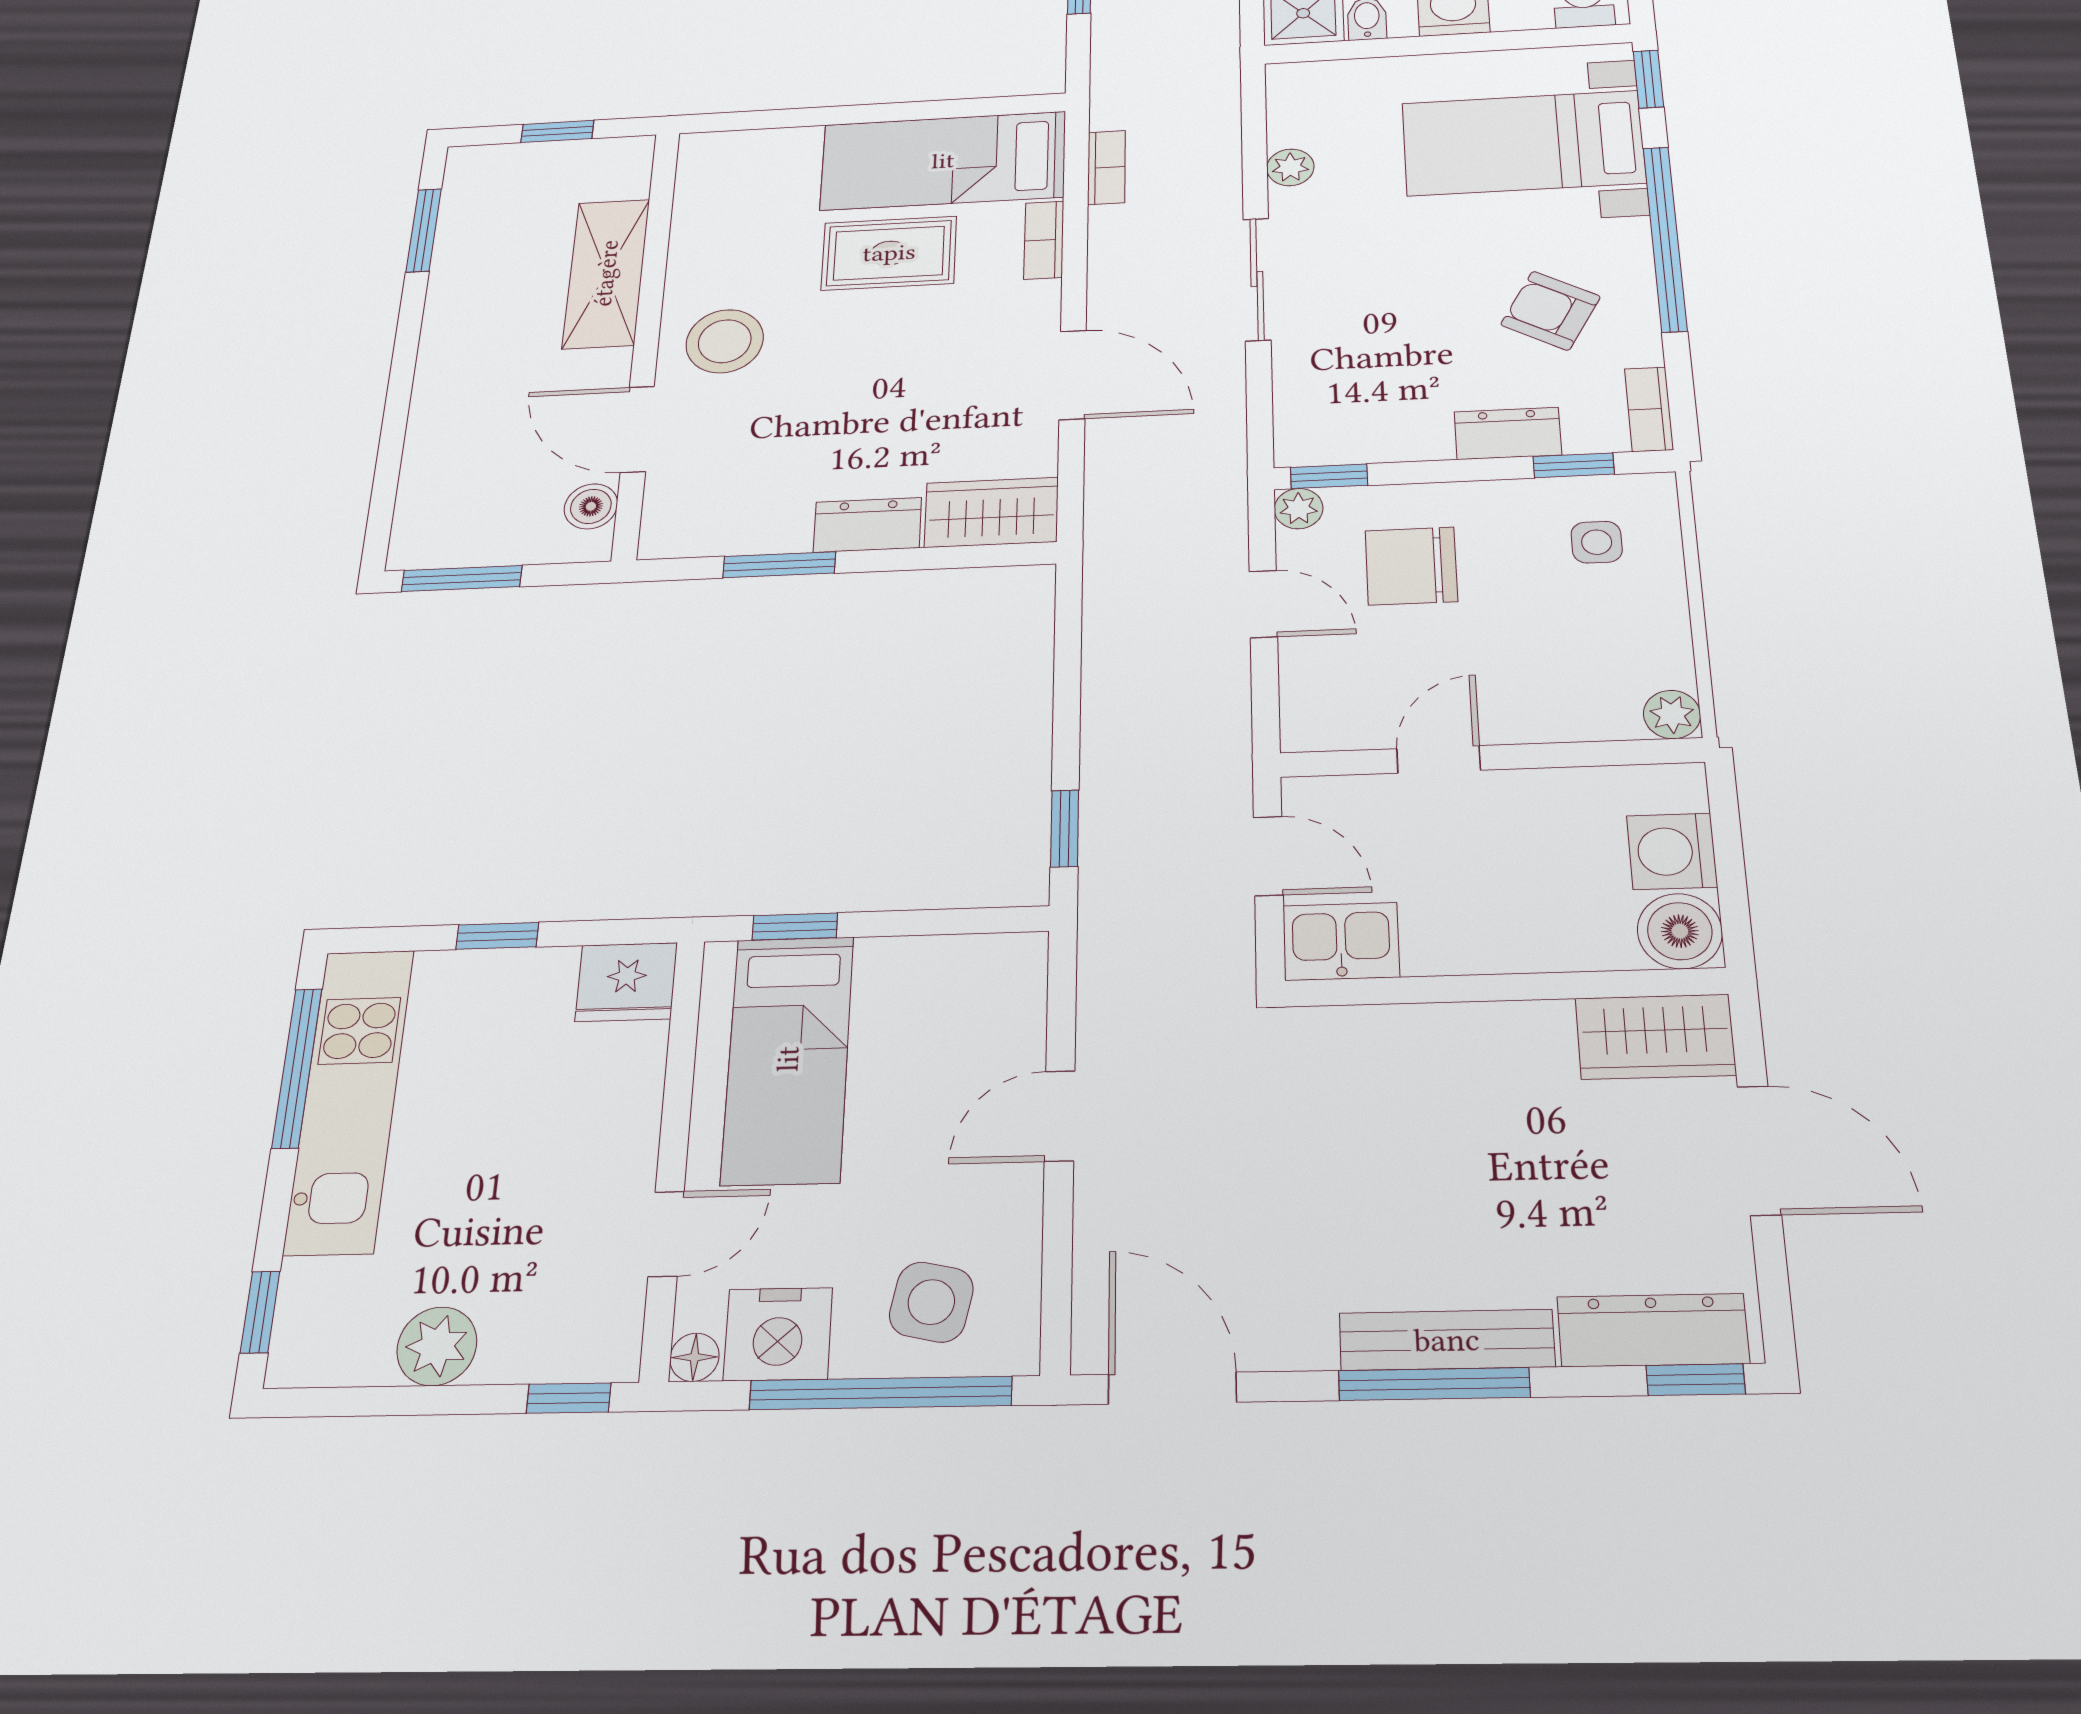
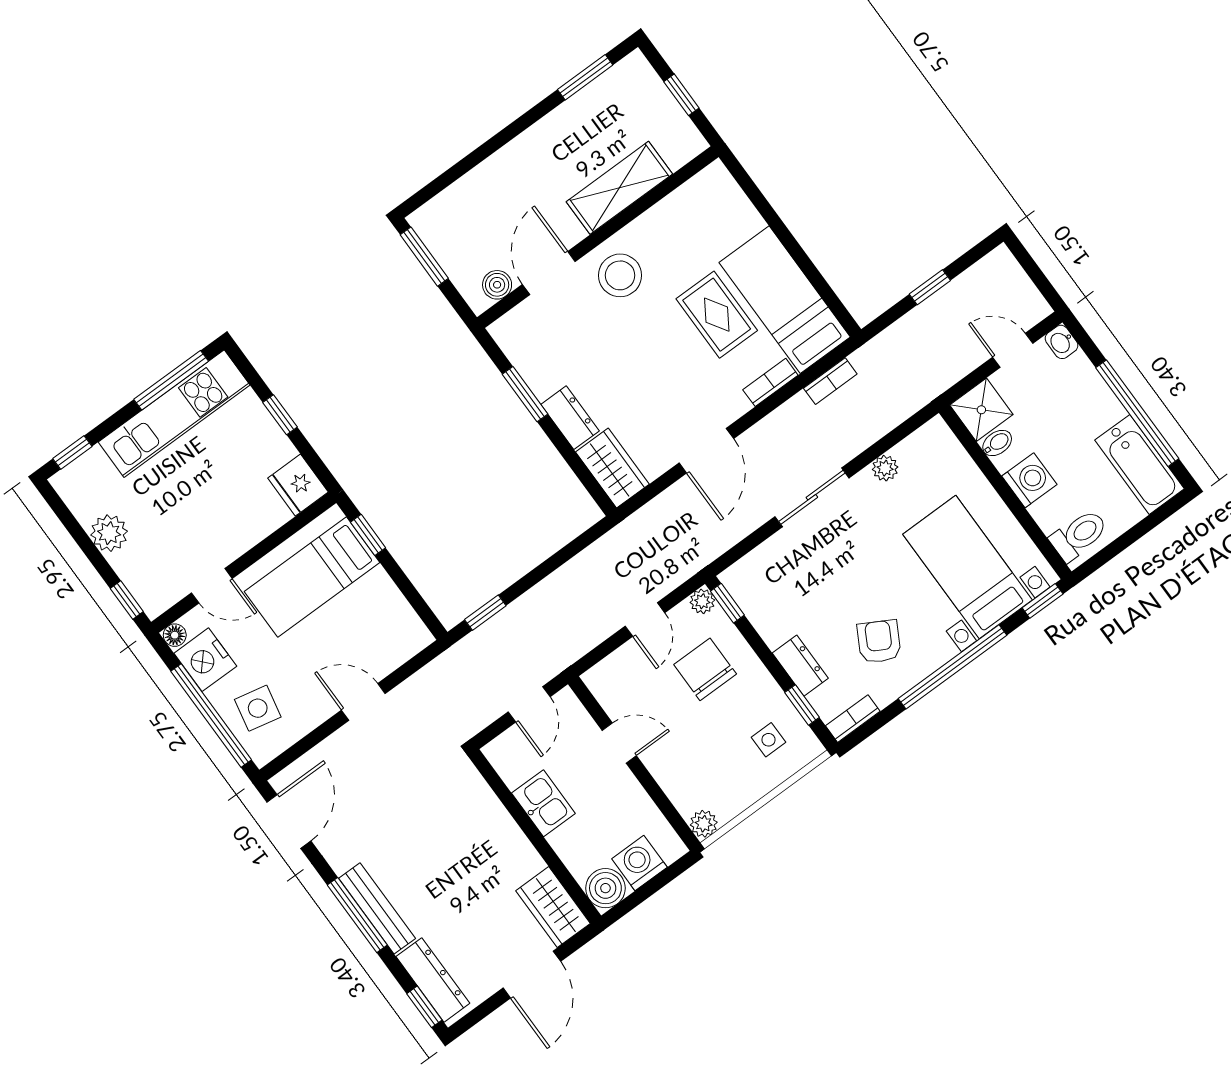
kitchen sink: (1341, 941) -> (543, 803), moved

